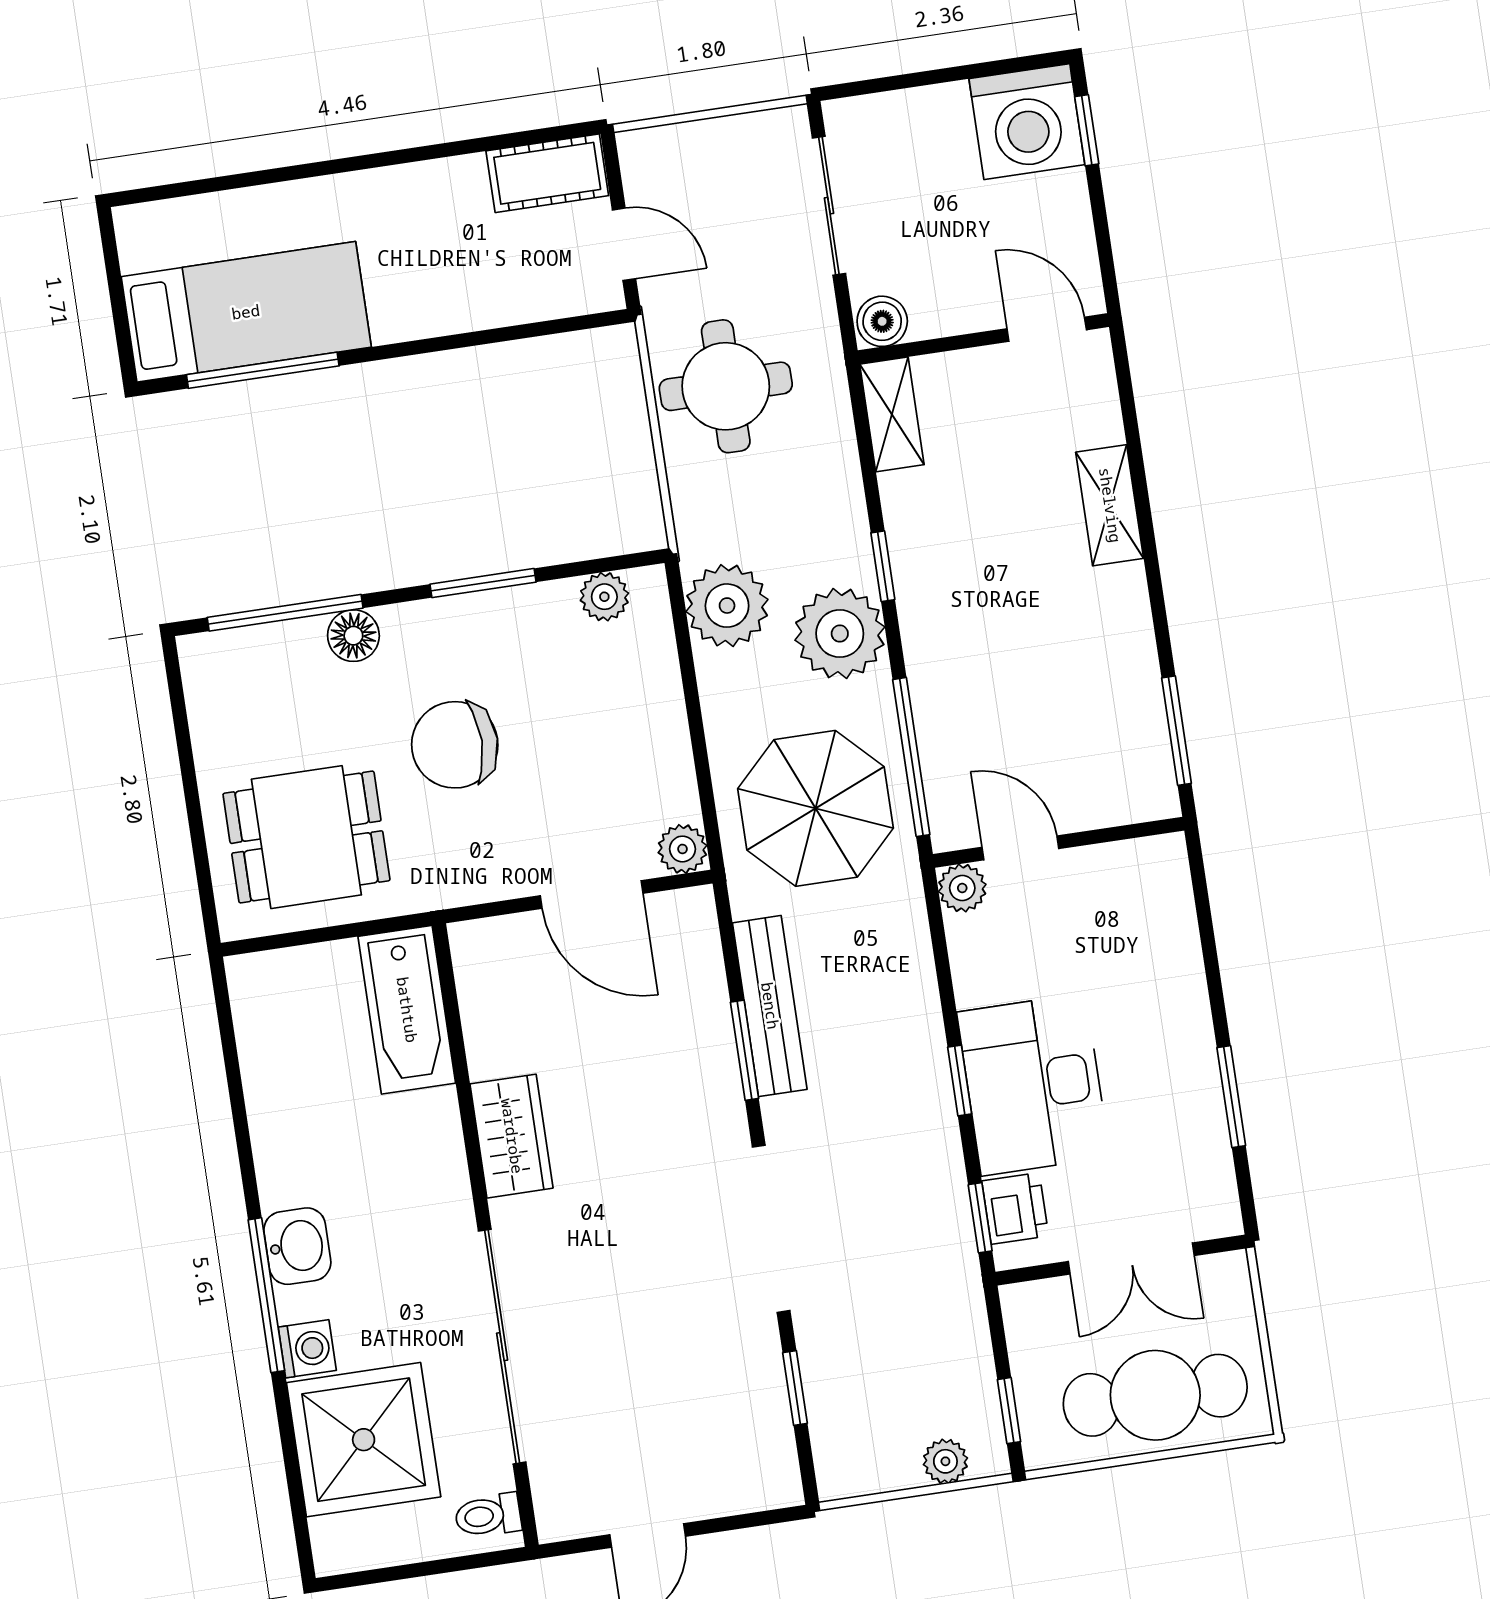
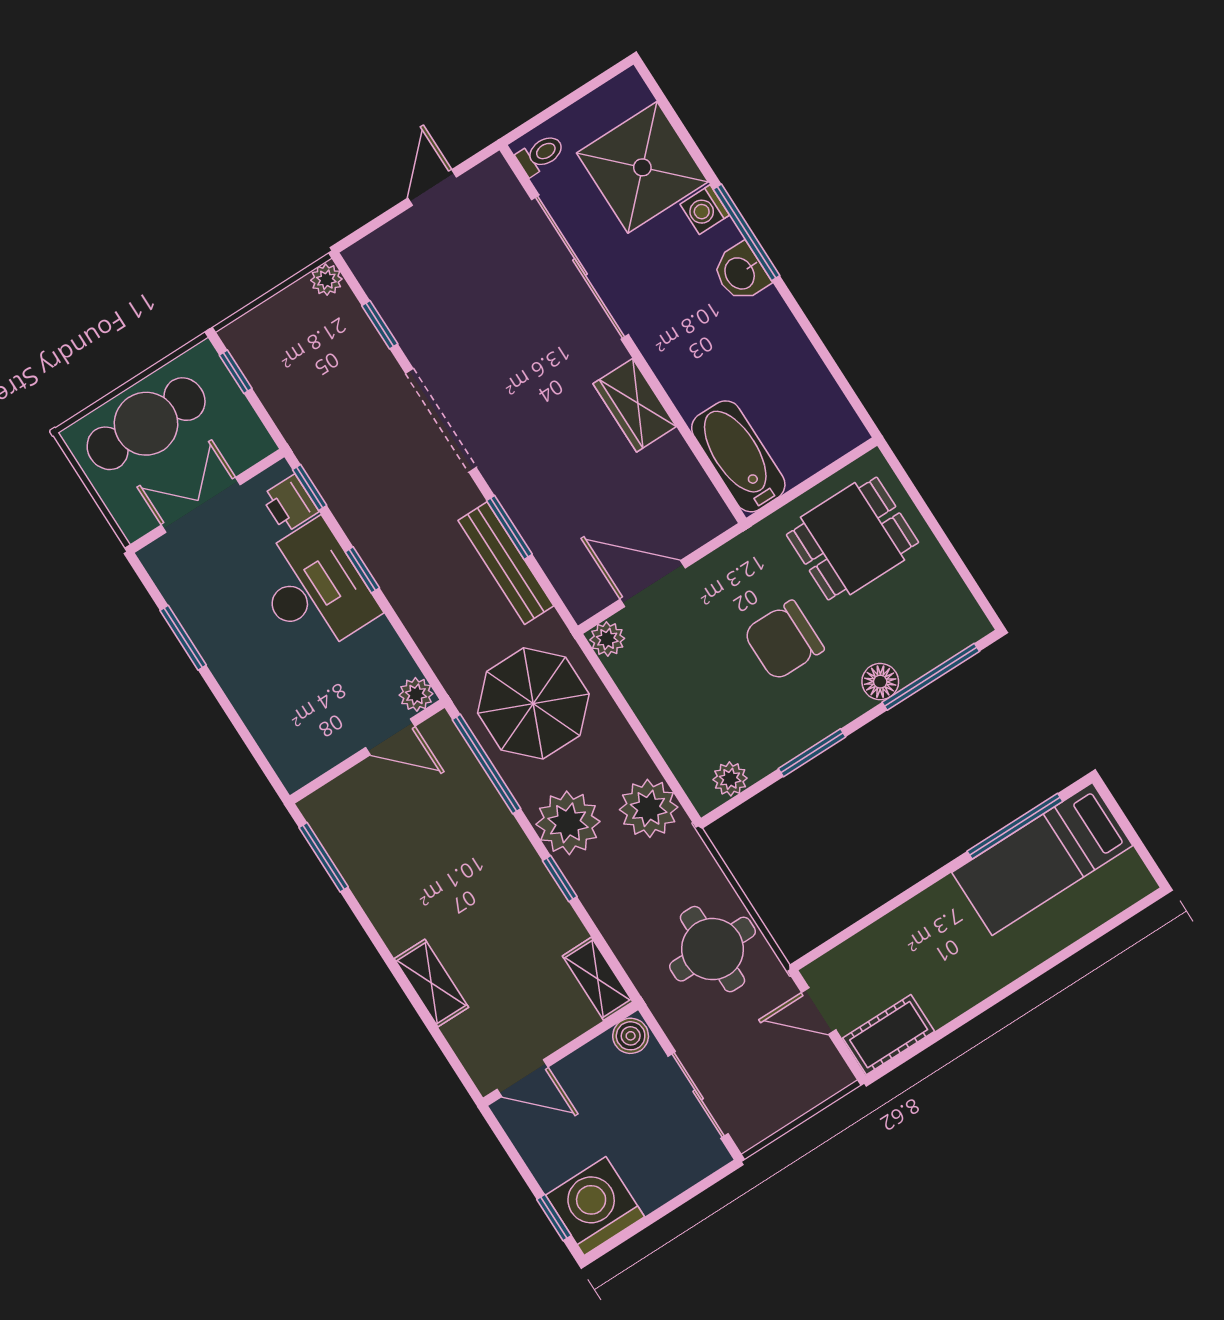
chair: (455, 745) -> (784, 641), turned 180
plant: (945, 1461) -> (326, 280), moved

